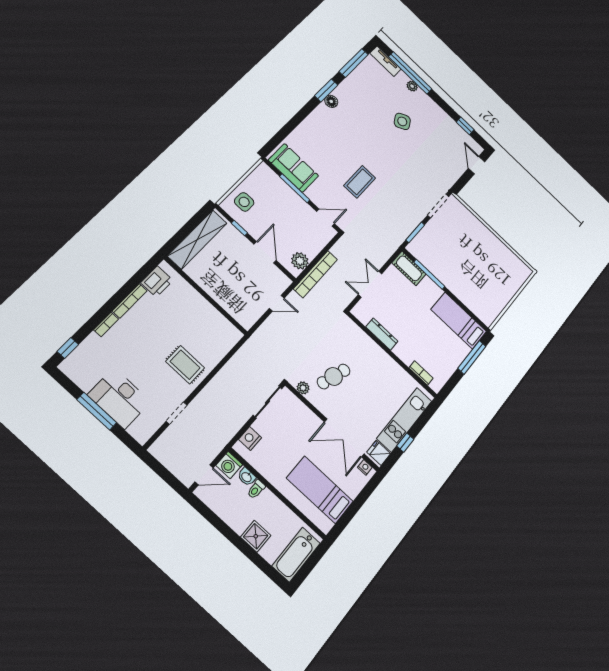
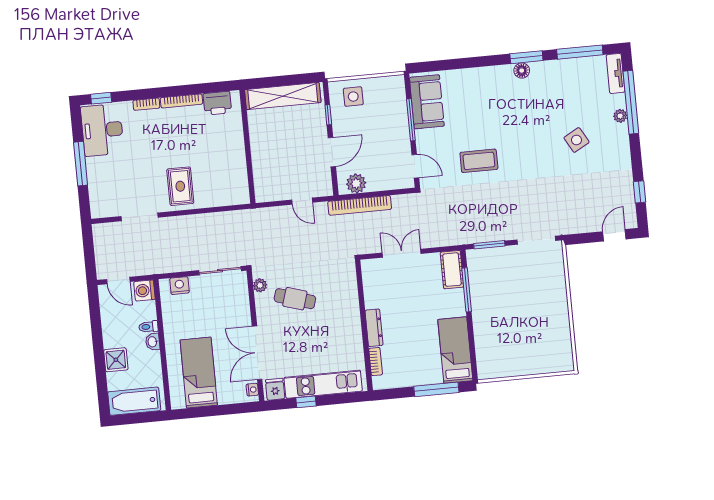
dresser: (382, 334) -> (374, 328), moved
desk: (119, 398) -> (102, 130), moved
doorway: (176, 413) -> (139, 217), width x1.38
washbasin: (247, 477) -> (153, 342), moved

